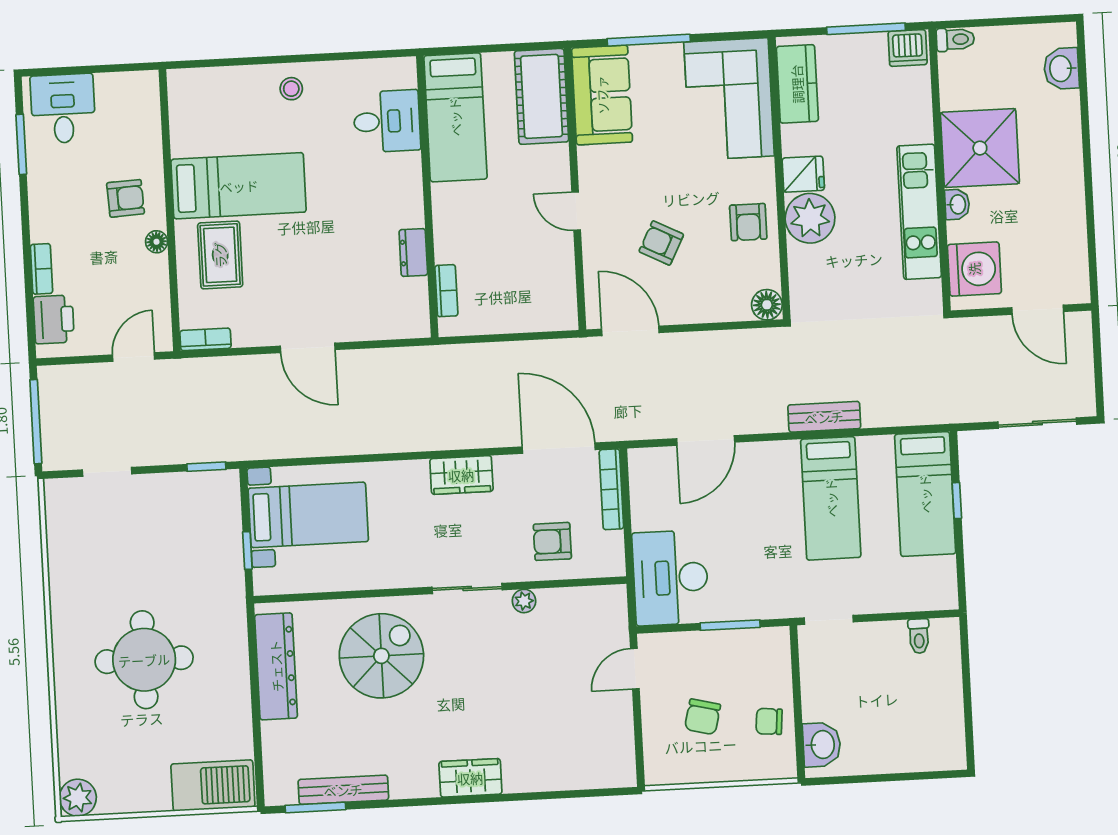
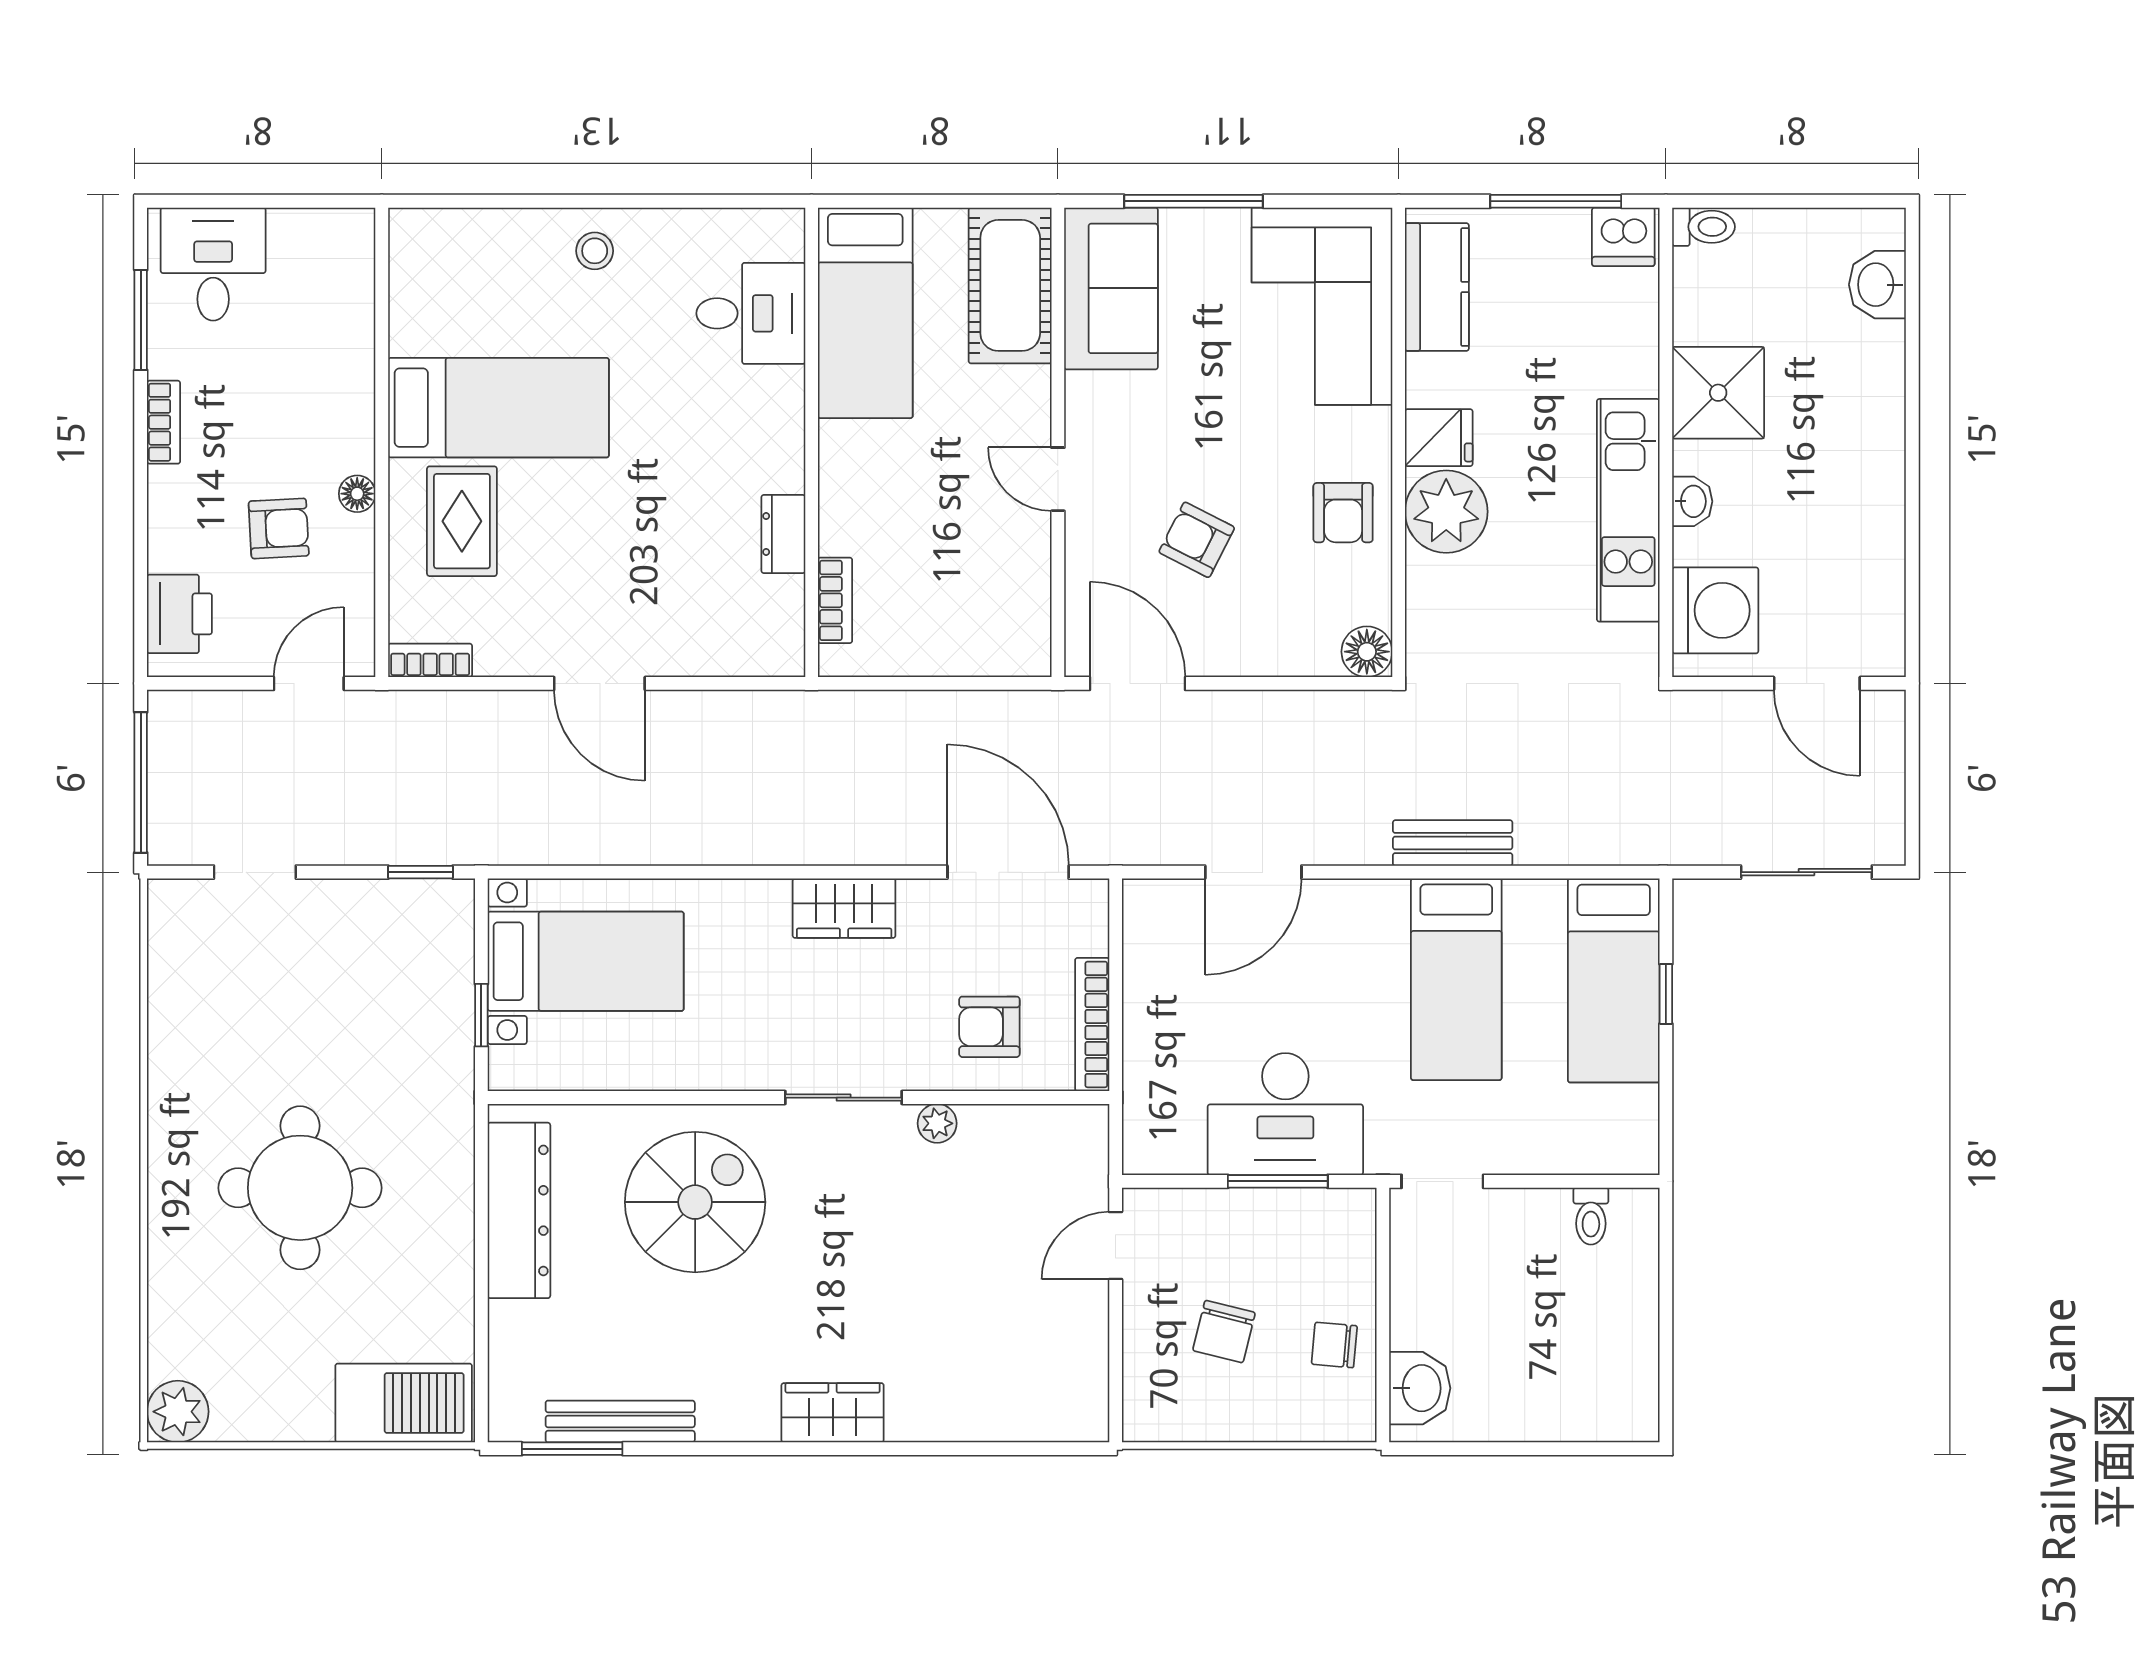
shower: (980, 148) -> (1718, 393), width x0.73, depth x0.73
armchair: (126, 198) -> (279, 528), moved
bookcase: (42, 269) -> (164, 422), moved
bookcase: (611, 489) -> (1092, 1024), moved
desk: (671, 578) -> (1285, 1114), moved, turned -90

